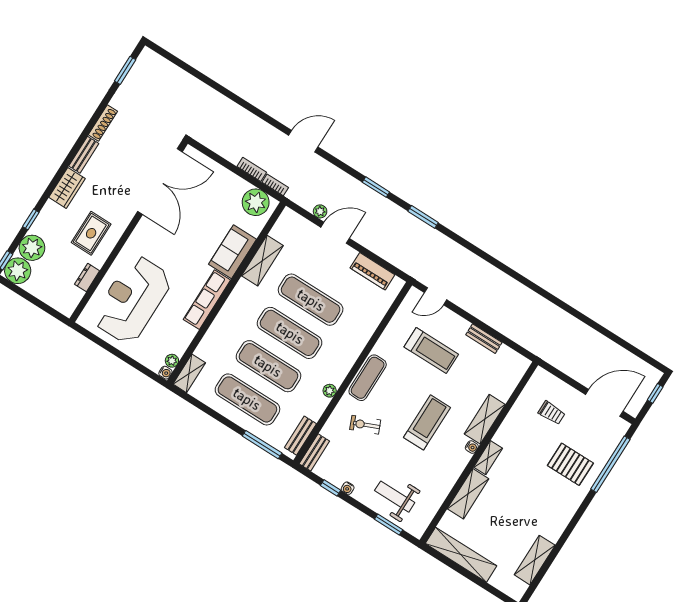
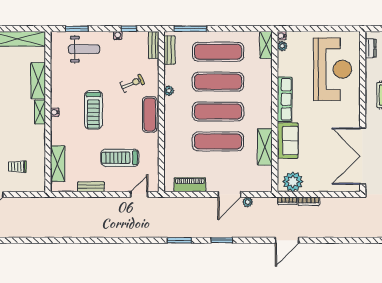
dresser: (87, 277) -> (371, 48), moved
shelving: (485, 419) -> (58, 164), moved

